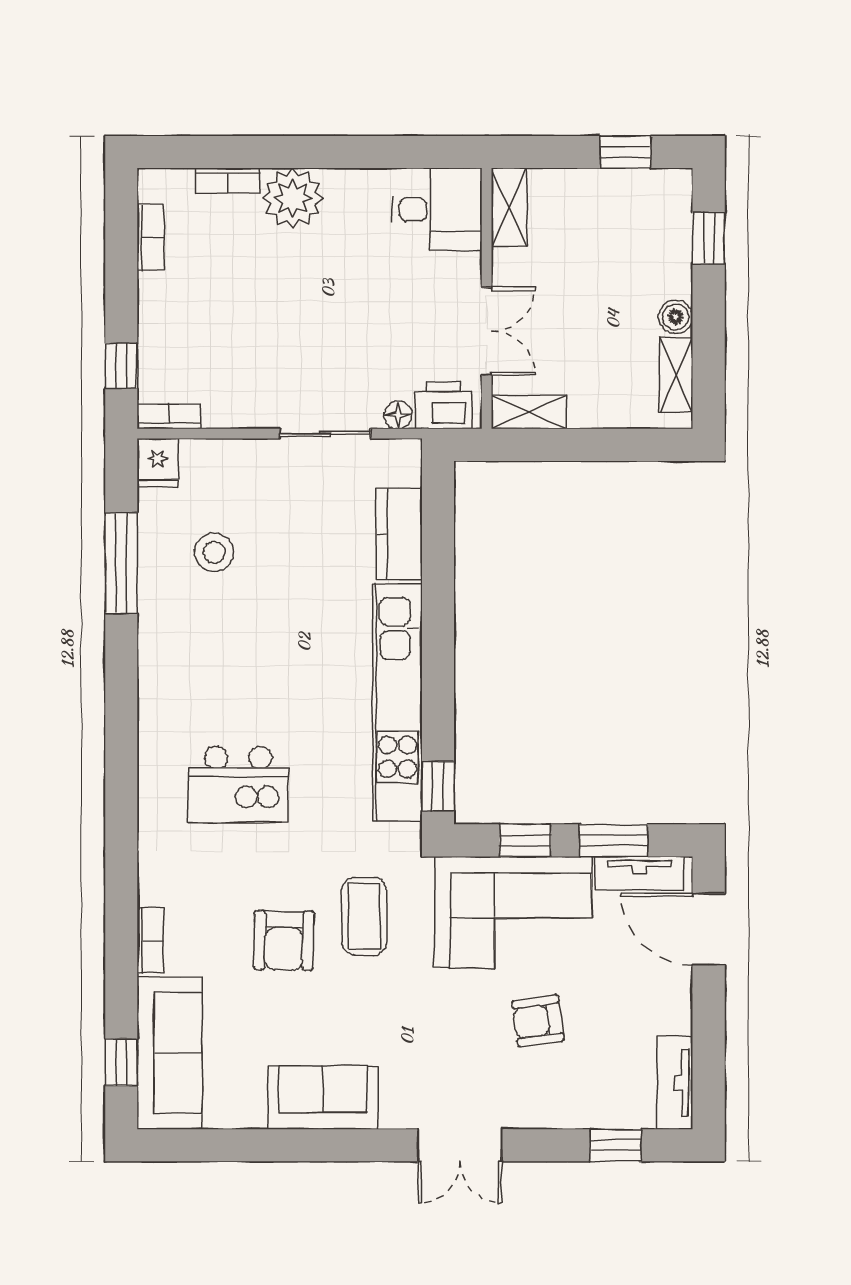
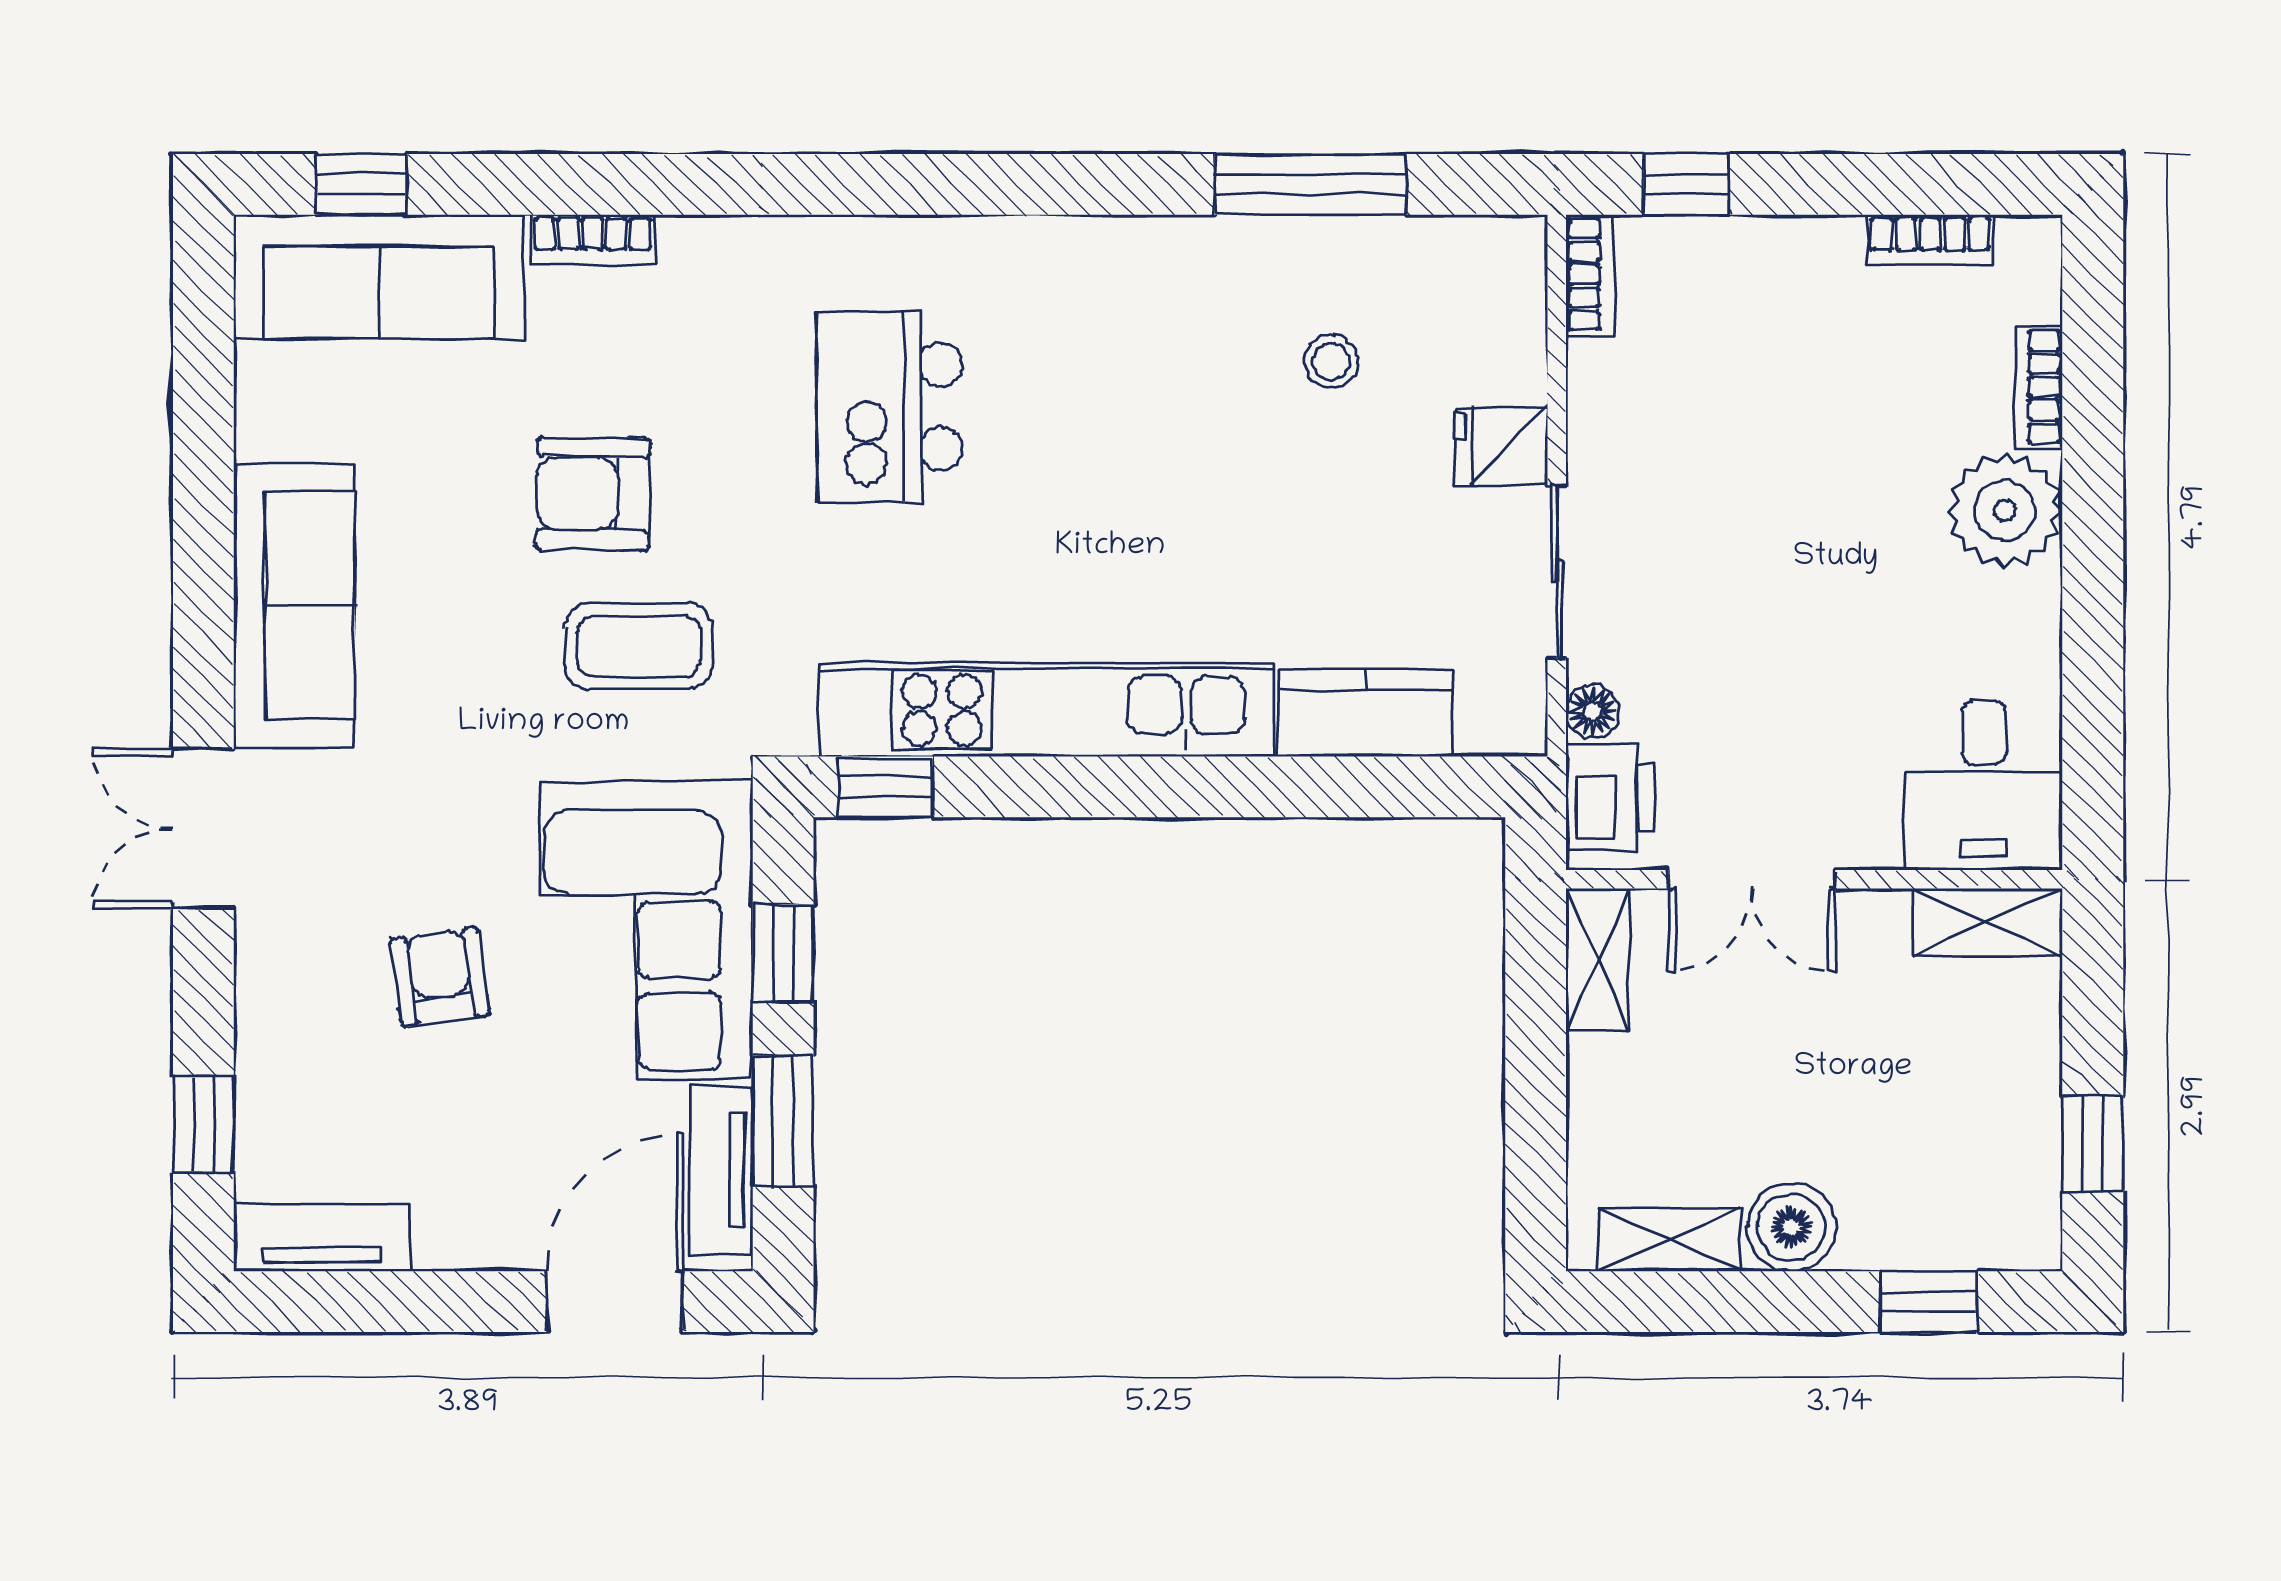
boiler: (676, 317) -> (1791, 1227), width x1.36, depth x1.36
fridge: (158, 463) -> (1502, 446), moved
stool: (214, 552) -> (1331, 361), width x0.73, depth x0.73
sofa: (323, 1098) -> (294, 606), width x1.36

